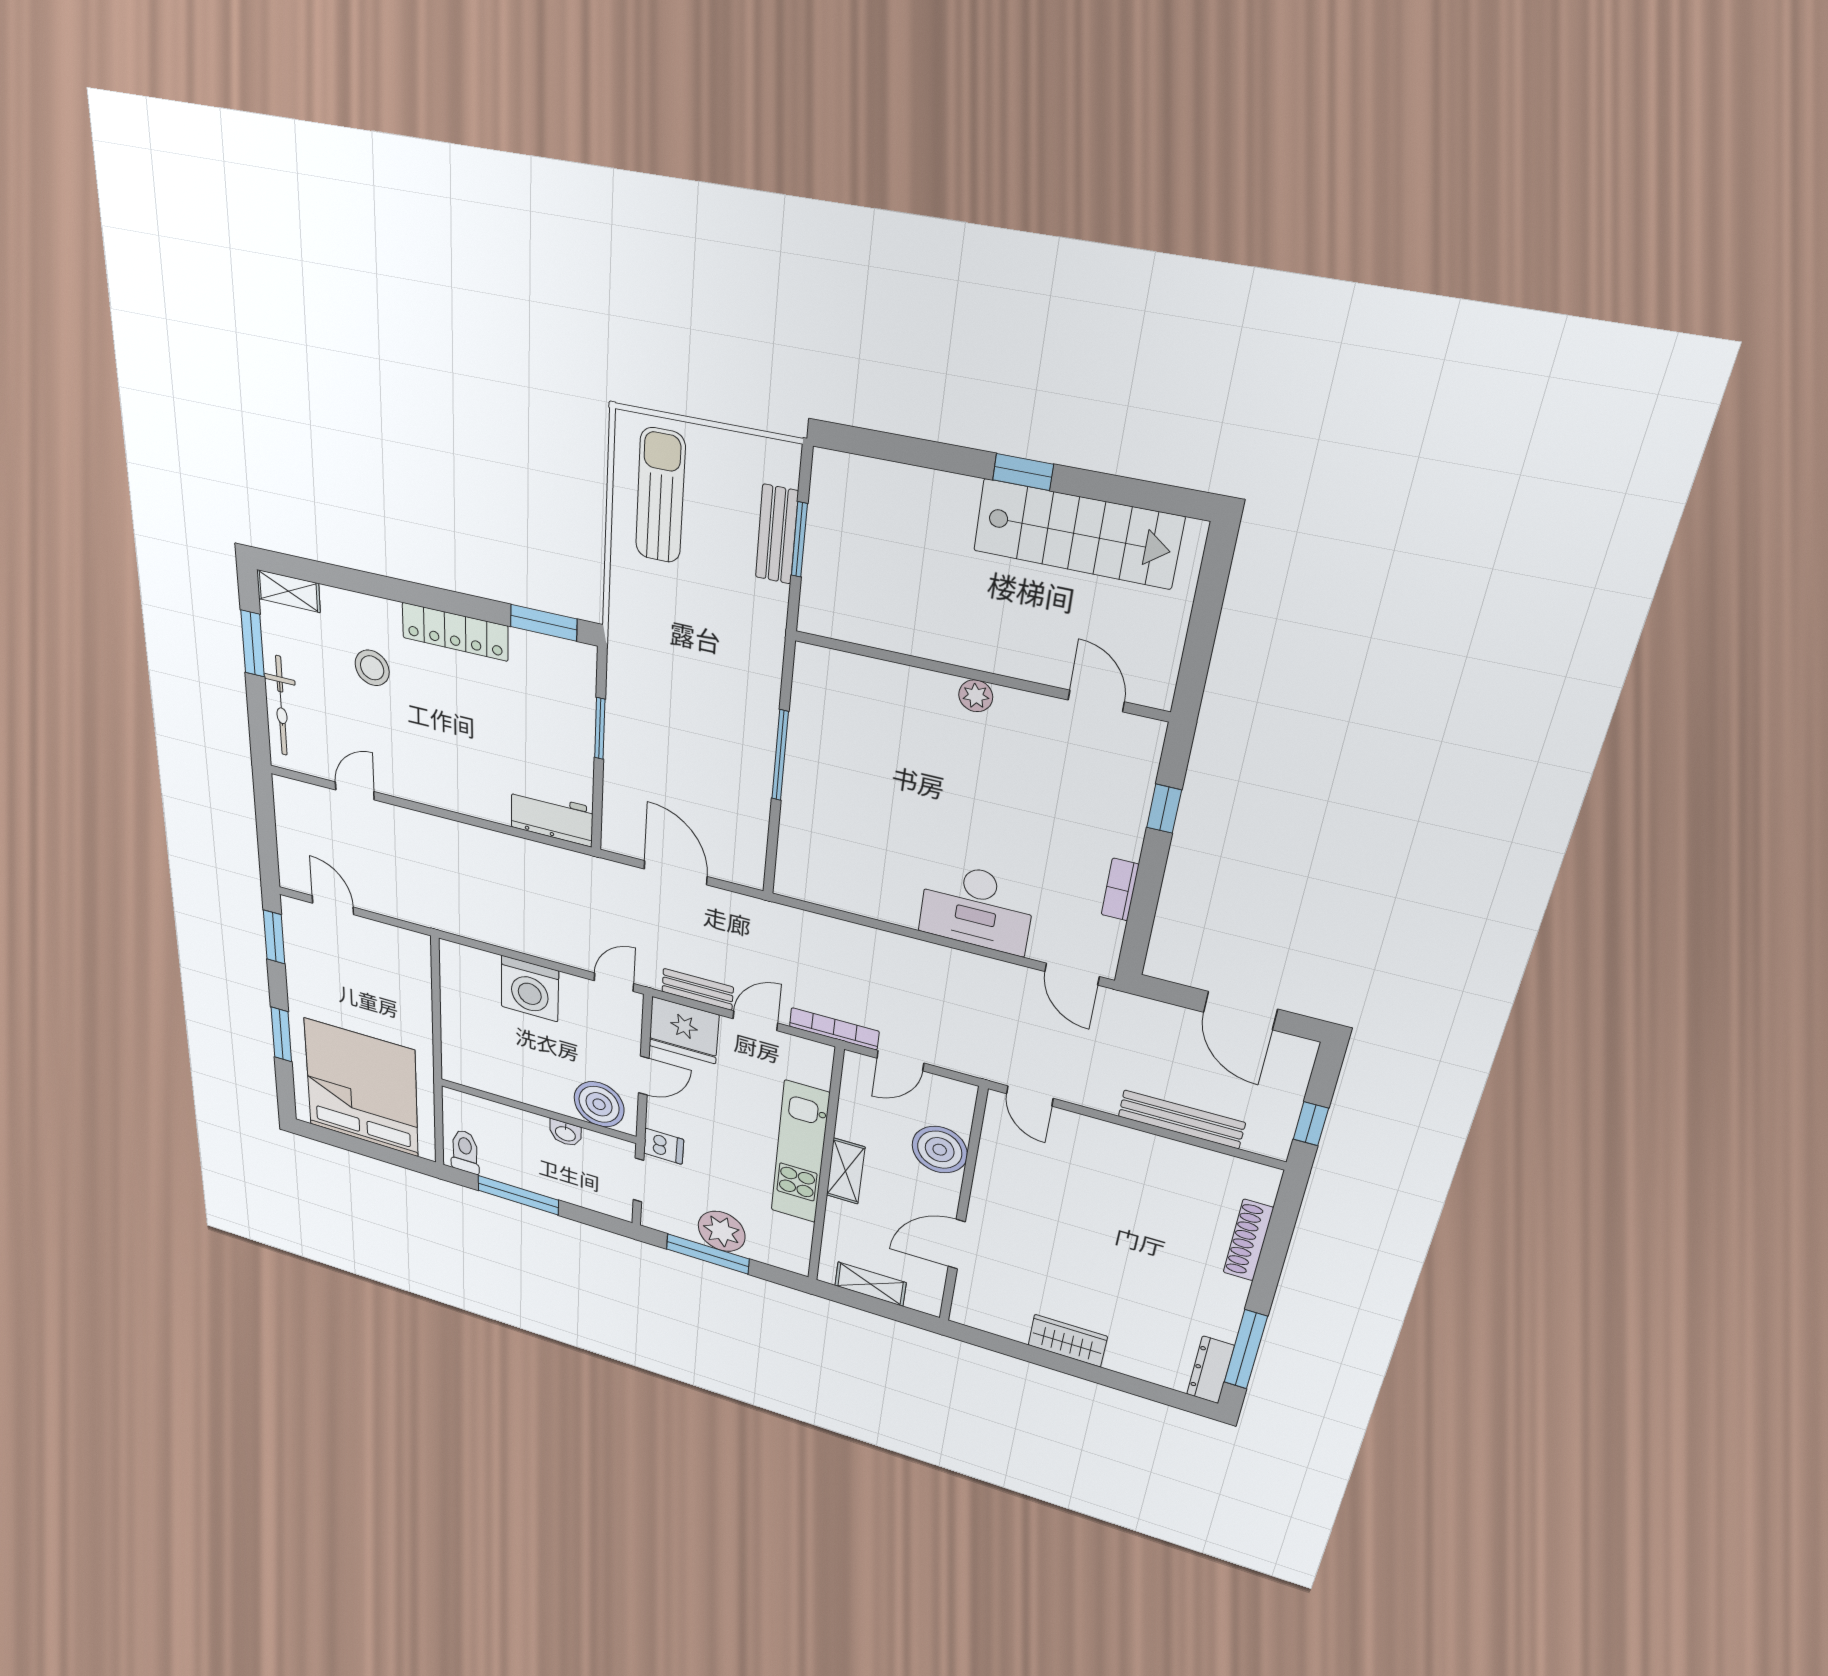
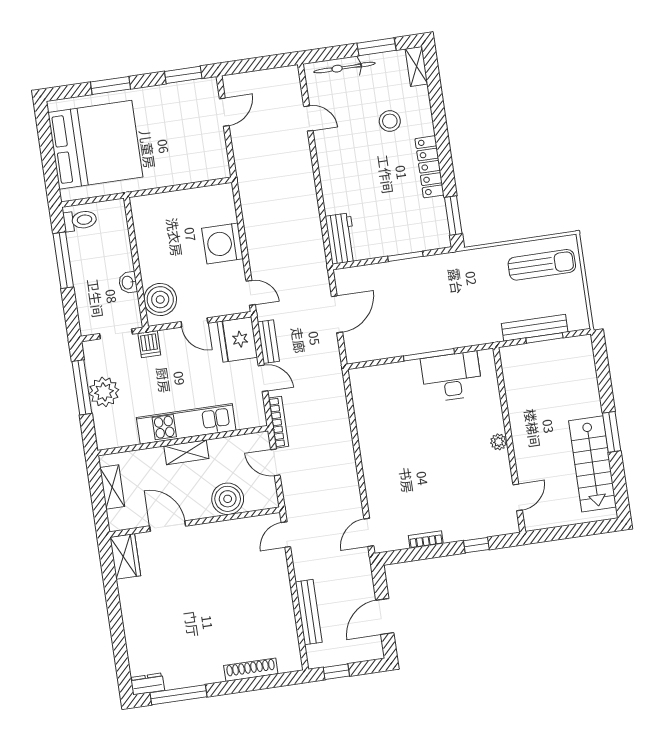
window: (1023, 472) -> (612, 432), width x1.50
bench: (777, 534) -> (535, 328), width x1.36
desk: (977, 908) -> (452, 377), moved, turned 90
wardrobe: (1068, 1341) -> (125, 556), moved
dresser: (1211, 1370) -> (147, 684), width x0.70

